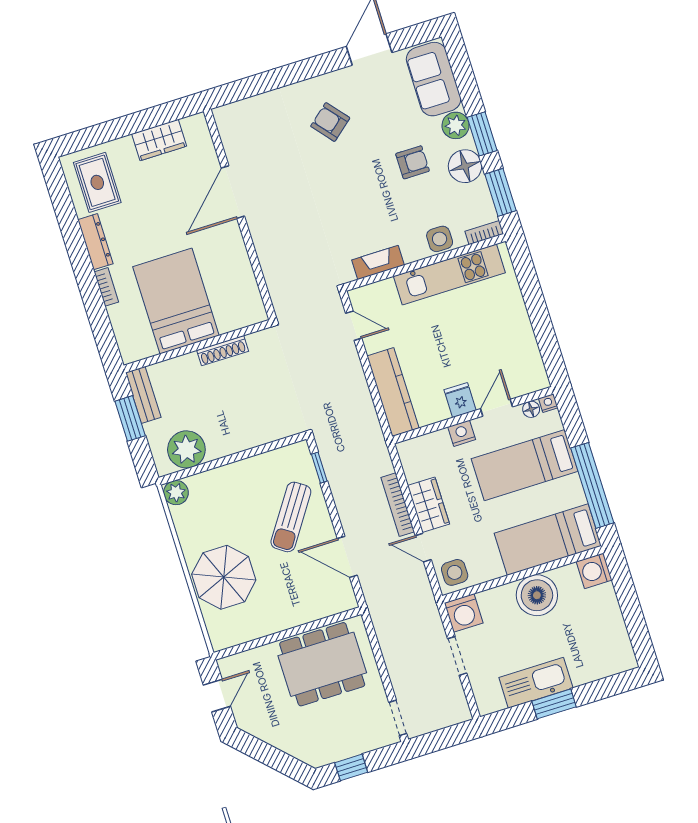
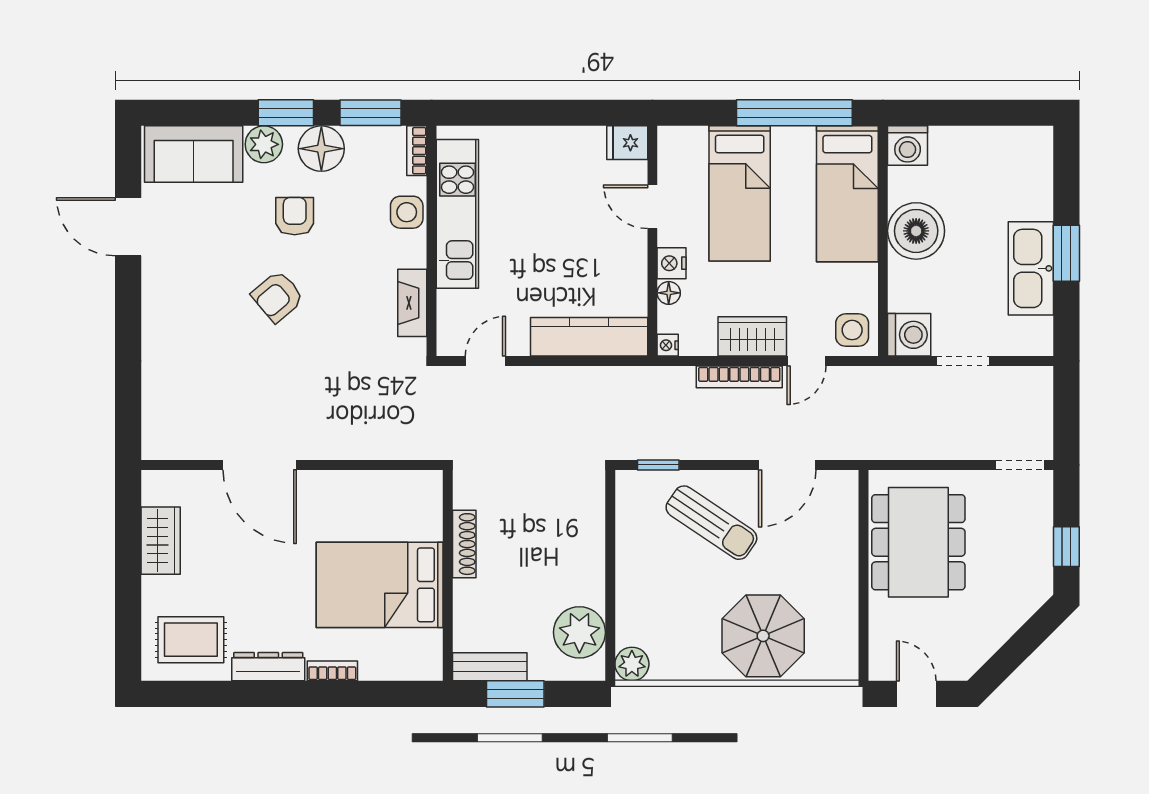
armchair: (330, 122) -> (277, 297), moved
fridge: (460, 400) -> (627, 143), moved
nightstand: (548, 403) -> (668, 345), moved
floor lamp: (531, 409) -> (669, 293), moved

